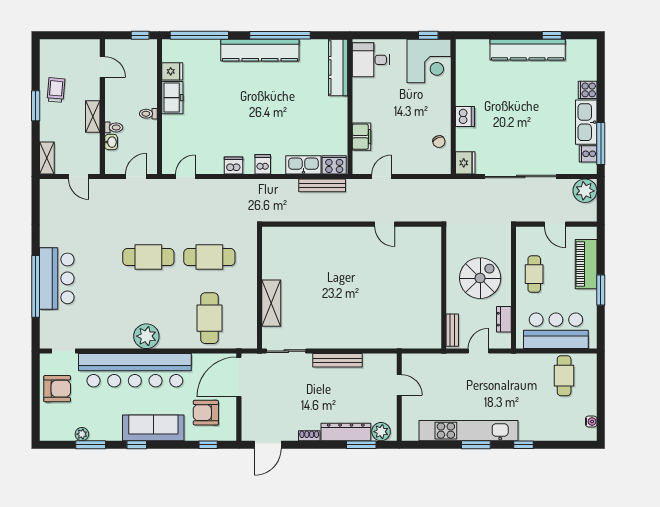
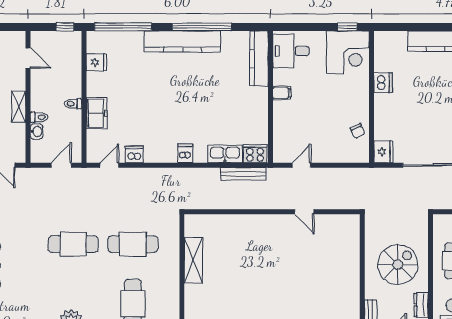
freezer: (172, 98) -> (97, 113), moved
dishwasher: (465, 117) -> (383, 83), moved
filing cabinet: (362, 137) -> (282, 93), moved, width x0.50
dishwasher: (233, 166) -> (134, 154), moved
shelving: (271, 303) -> (193, 260), moved

